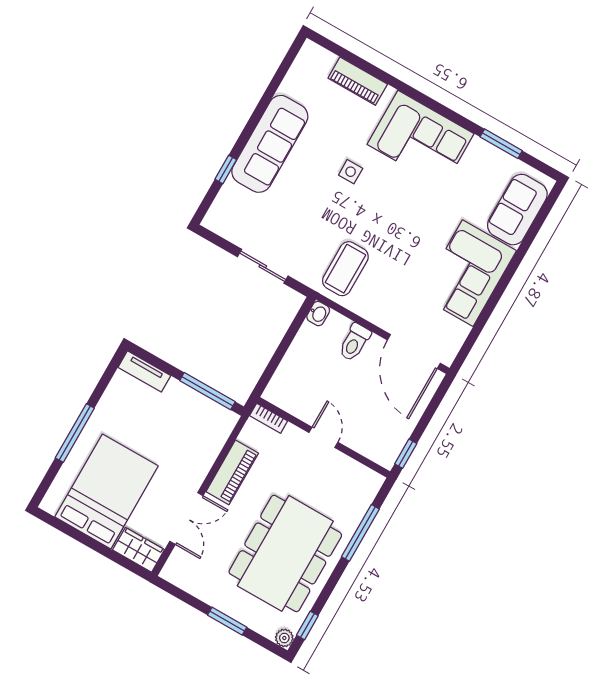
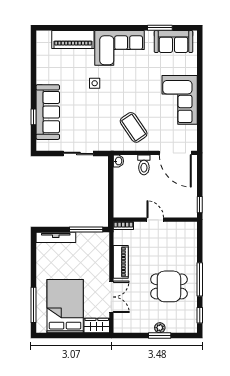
piano: (358, 81) -> (73, 40), width x1.37, depth x1.33
sofa: (270, 144) -> (48, 112), moved
sofa: (517, 210) -> (173, 42), moved, turned -90
coffee table: (345, 269) -> (134, 127), moved, turned -34
tv unit: (144, 371) -> (56, 237), width x1.41
window: (75, 433) -> (33, 305), moved
window: (360, 533) -> (200, 279), moved
dining table: (285, 553) -> (169, 286), width x0.53, depth x0.80
plant: (284, 638) -> (160, 328), moved

